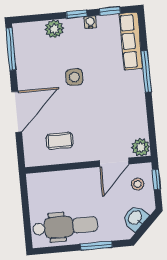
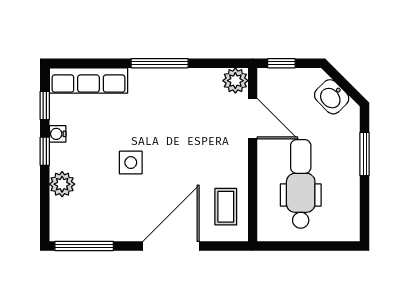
window: (146, 71) -> (160, 63), moved
door: (17, 112) -> (171, 246), hinge flipped
coffee table: (60, 141) -> (226, 207), moved
stool: (138, 184) -> (285, 90), removed
dental chair: (65, 227) -> (301, 184), moved

